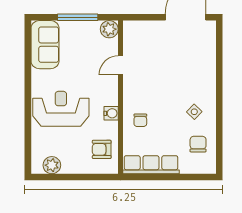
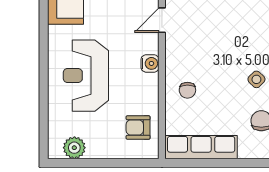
reception desk: (61, 109) -> (86, 76), turned -90
water cooler: (111, 113) -> (150, 63), moved

